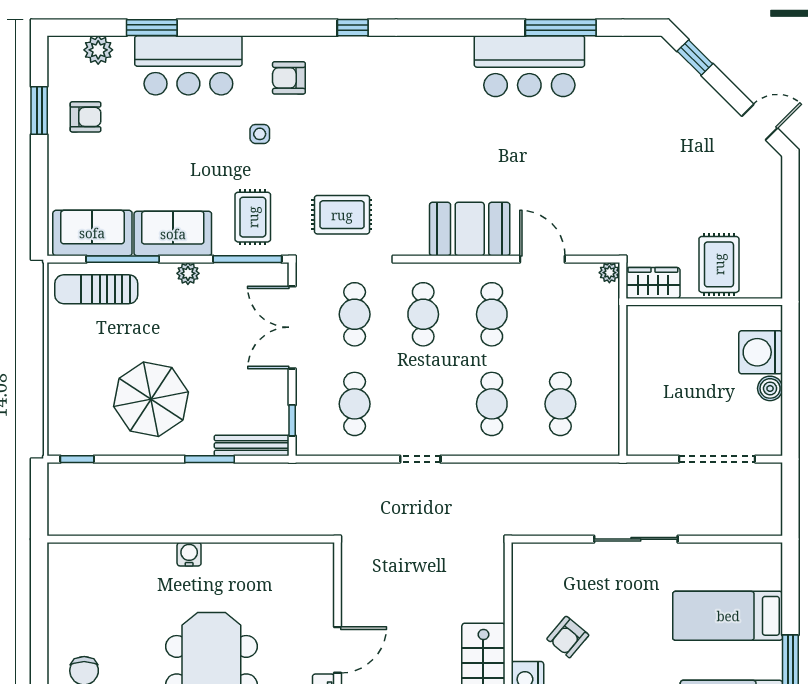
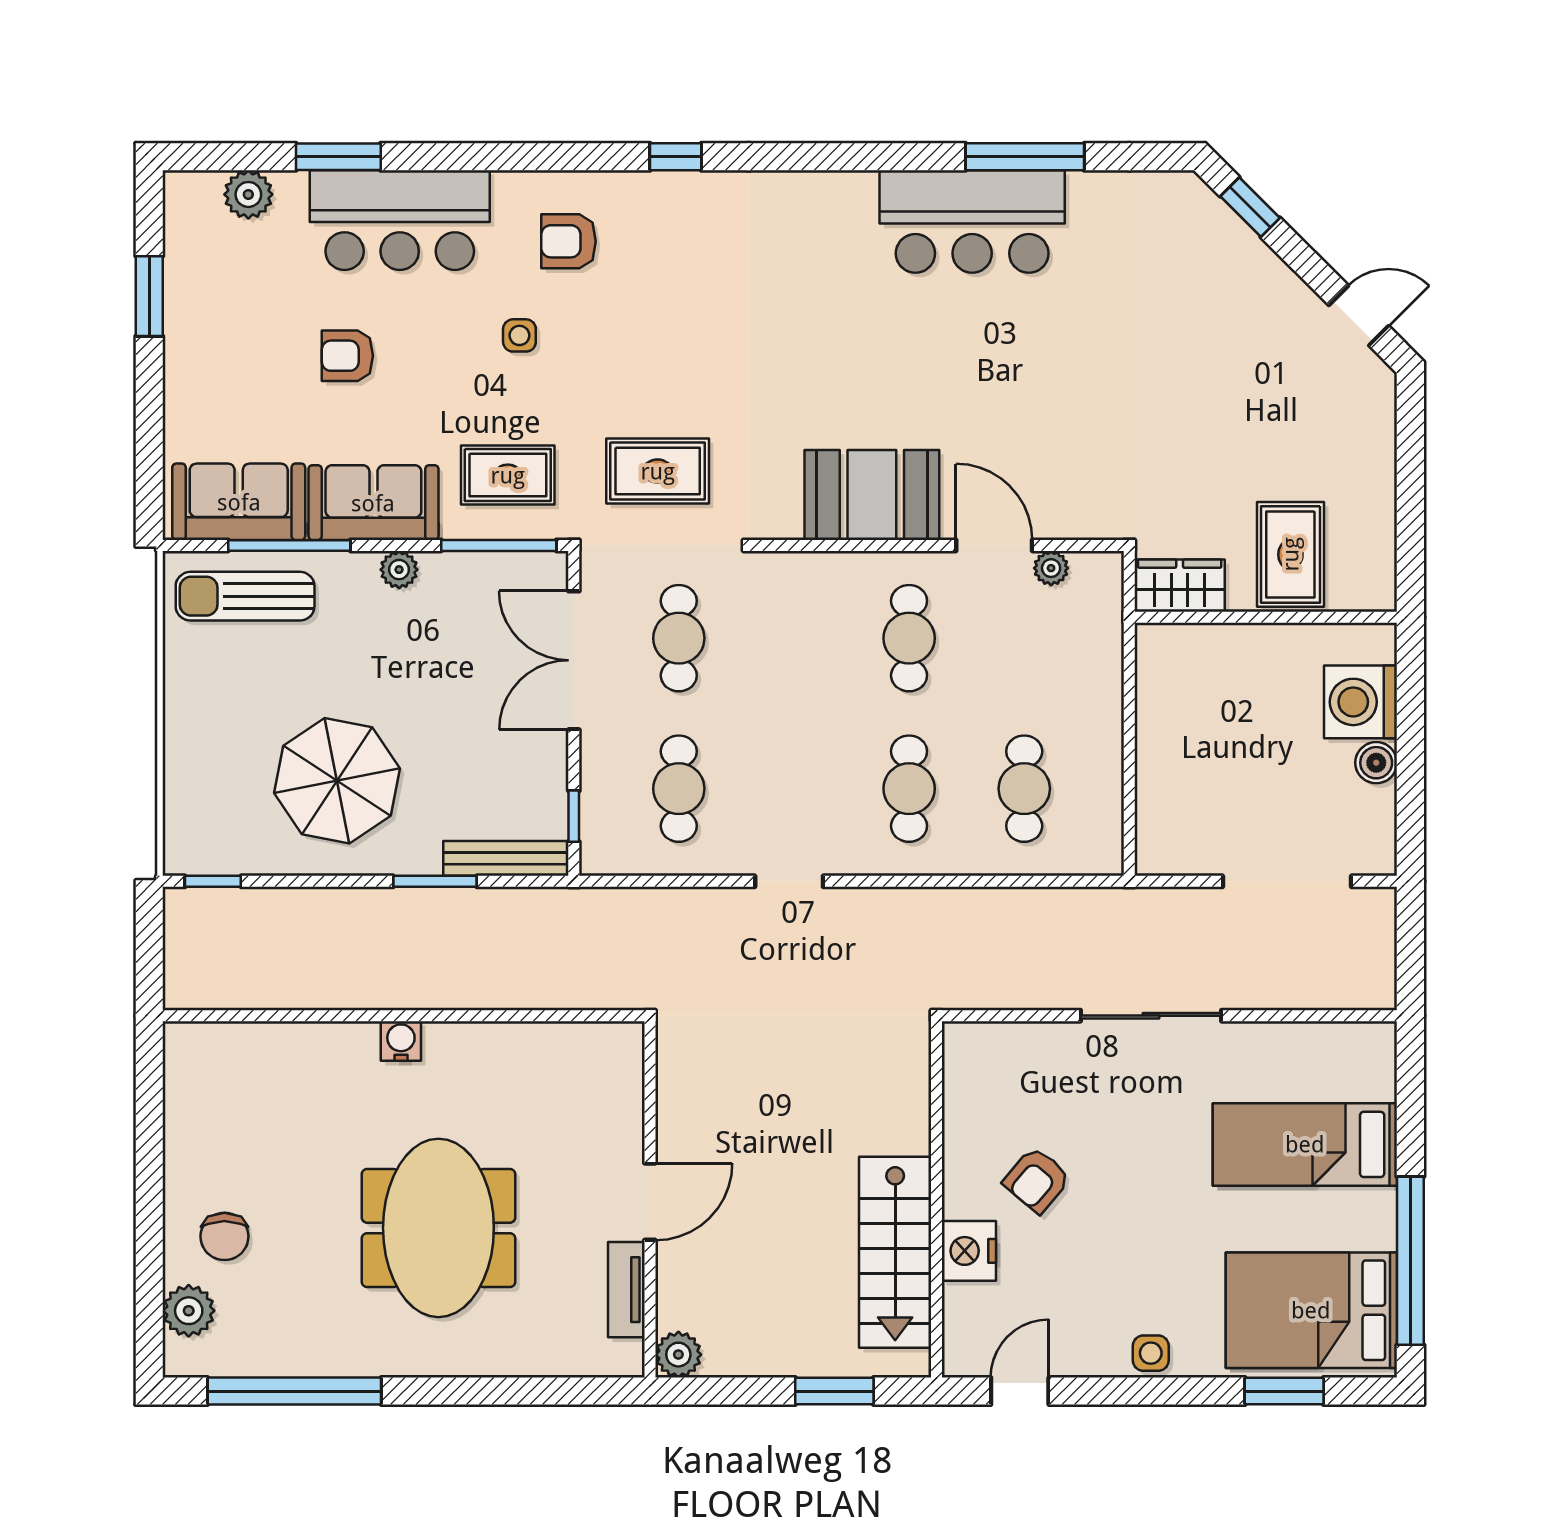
armchair: (86, 117) -> (347, 356), moved, turned 180
rug: (253, 217) -> (508, 475), turned 90
plant: (609, 273) -> (1051, 568), moved
cafe table: (423, 314) -> (794, 638), removed

